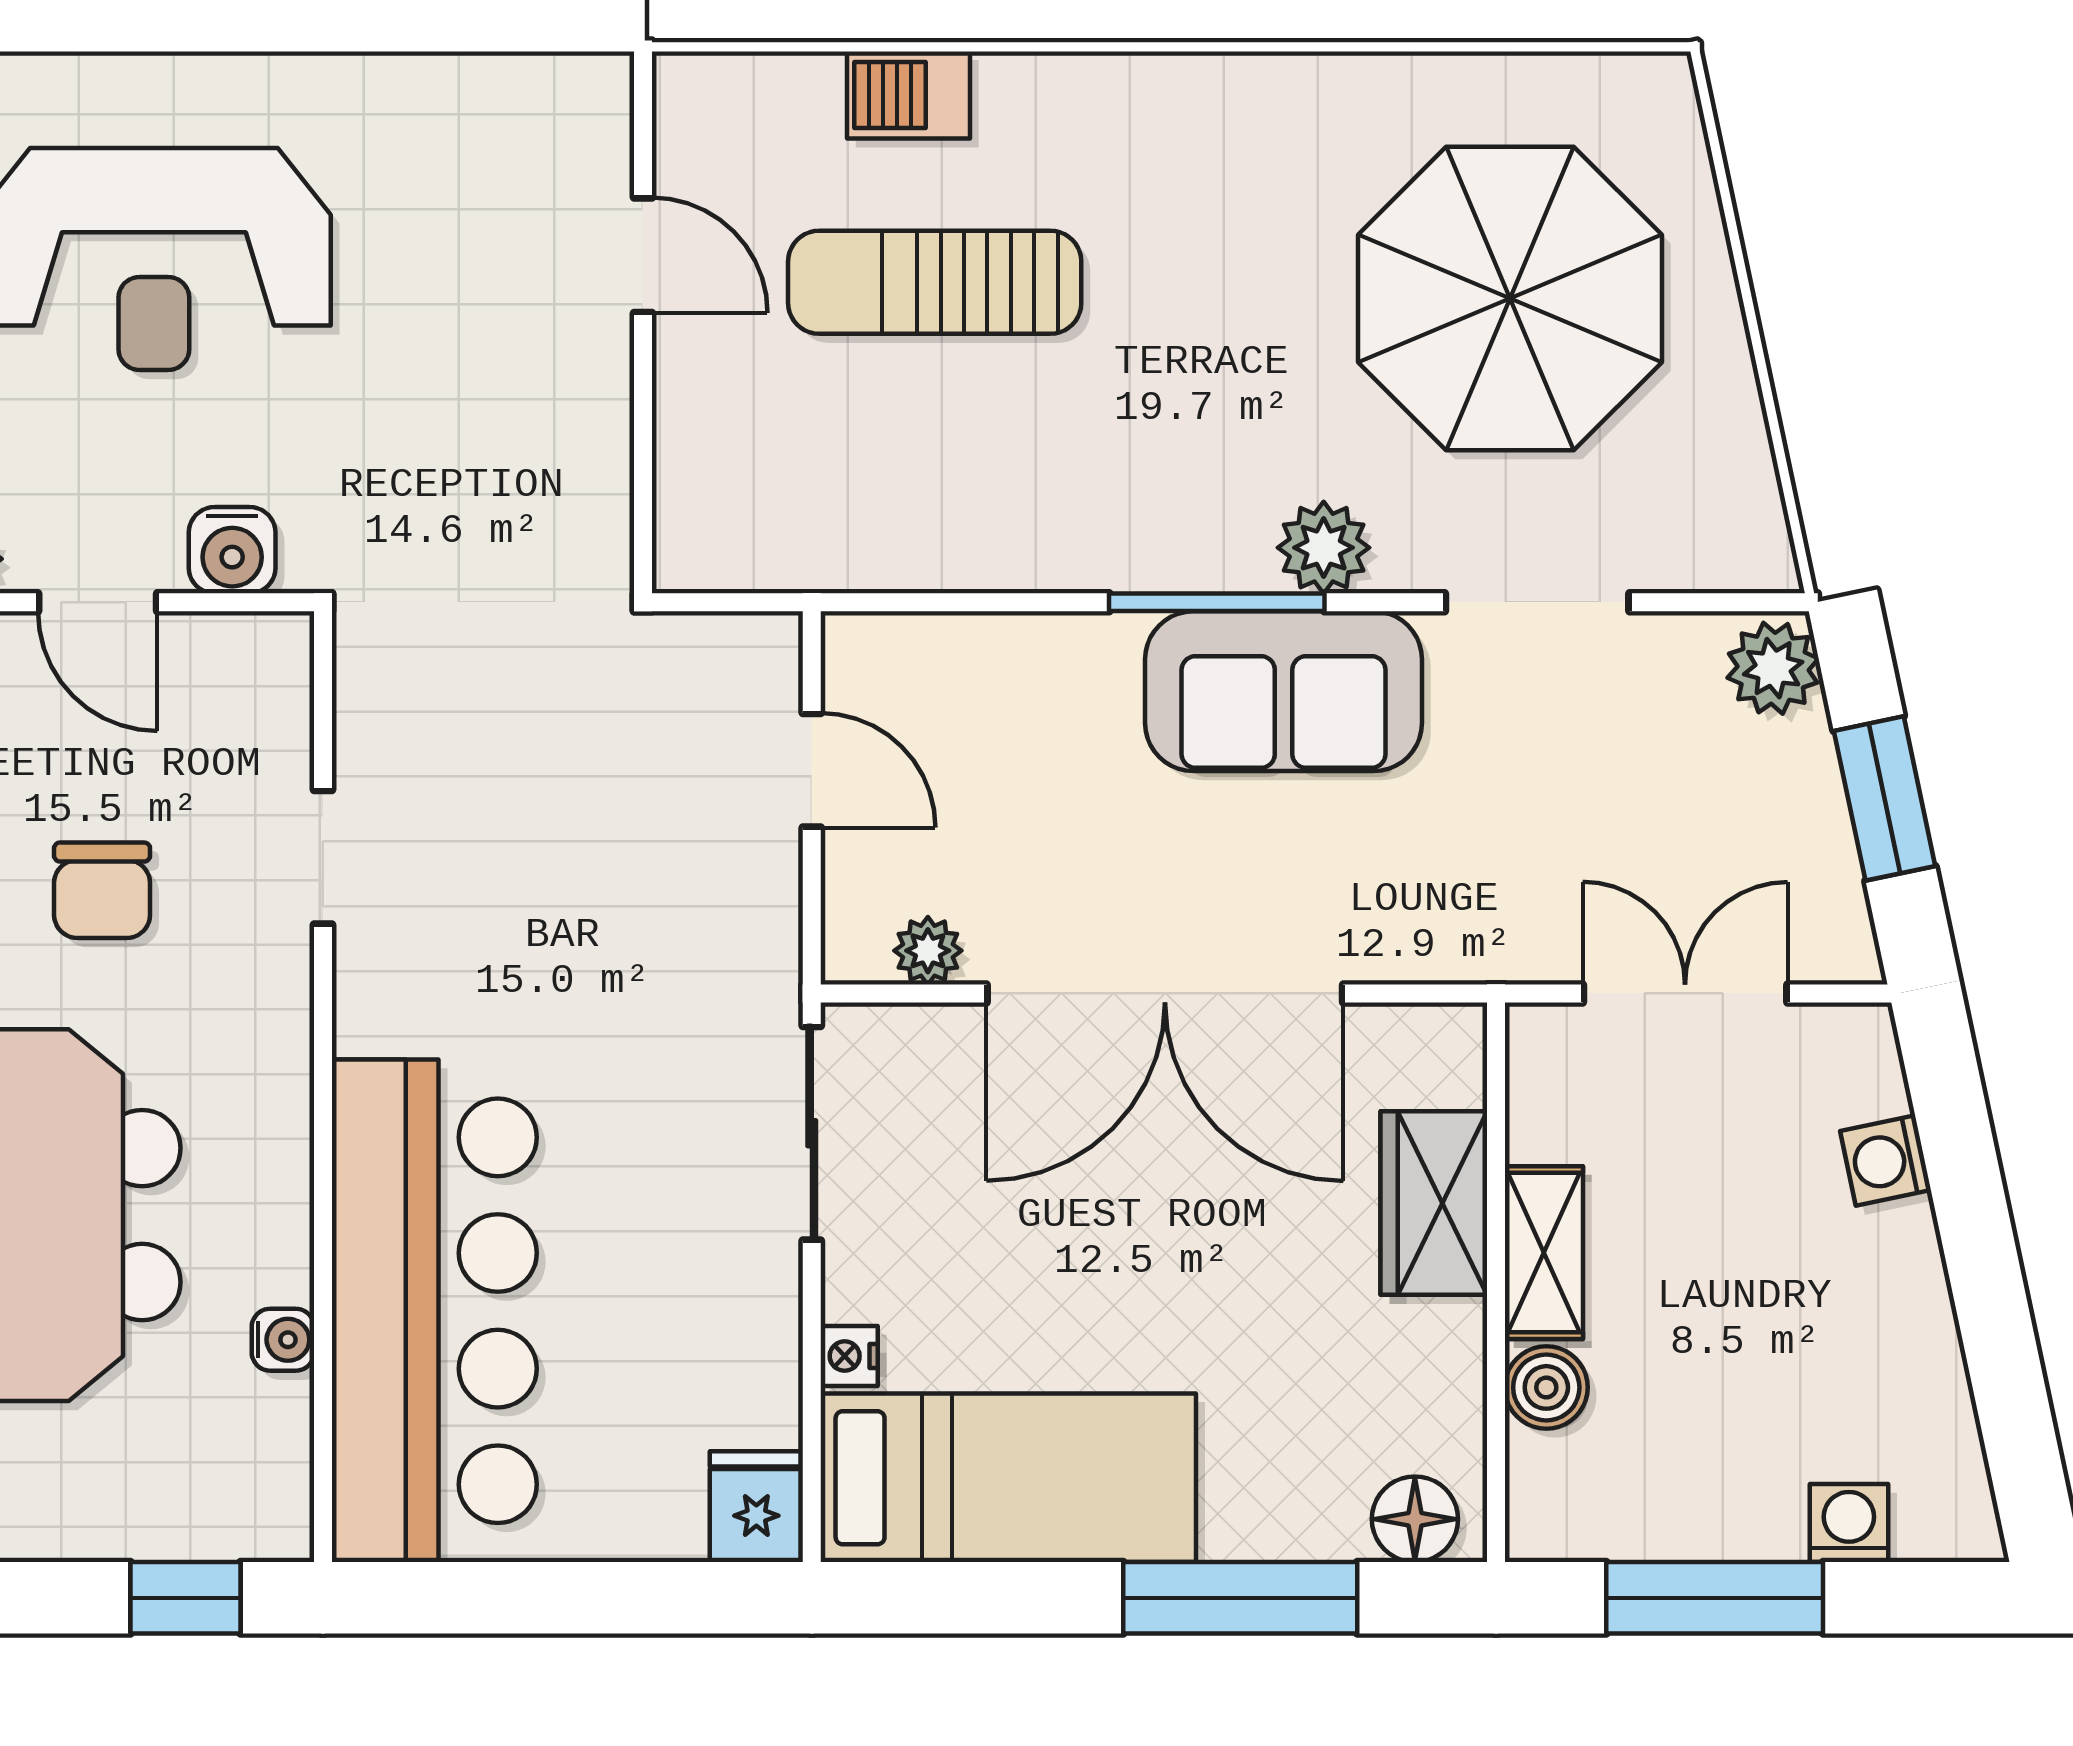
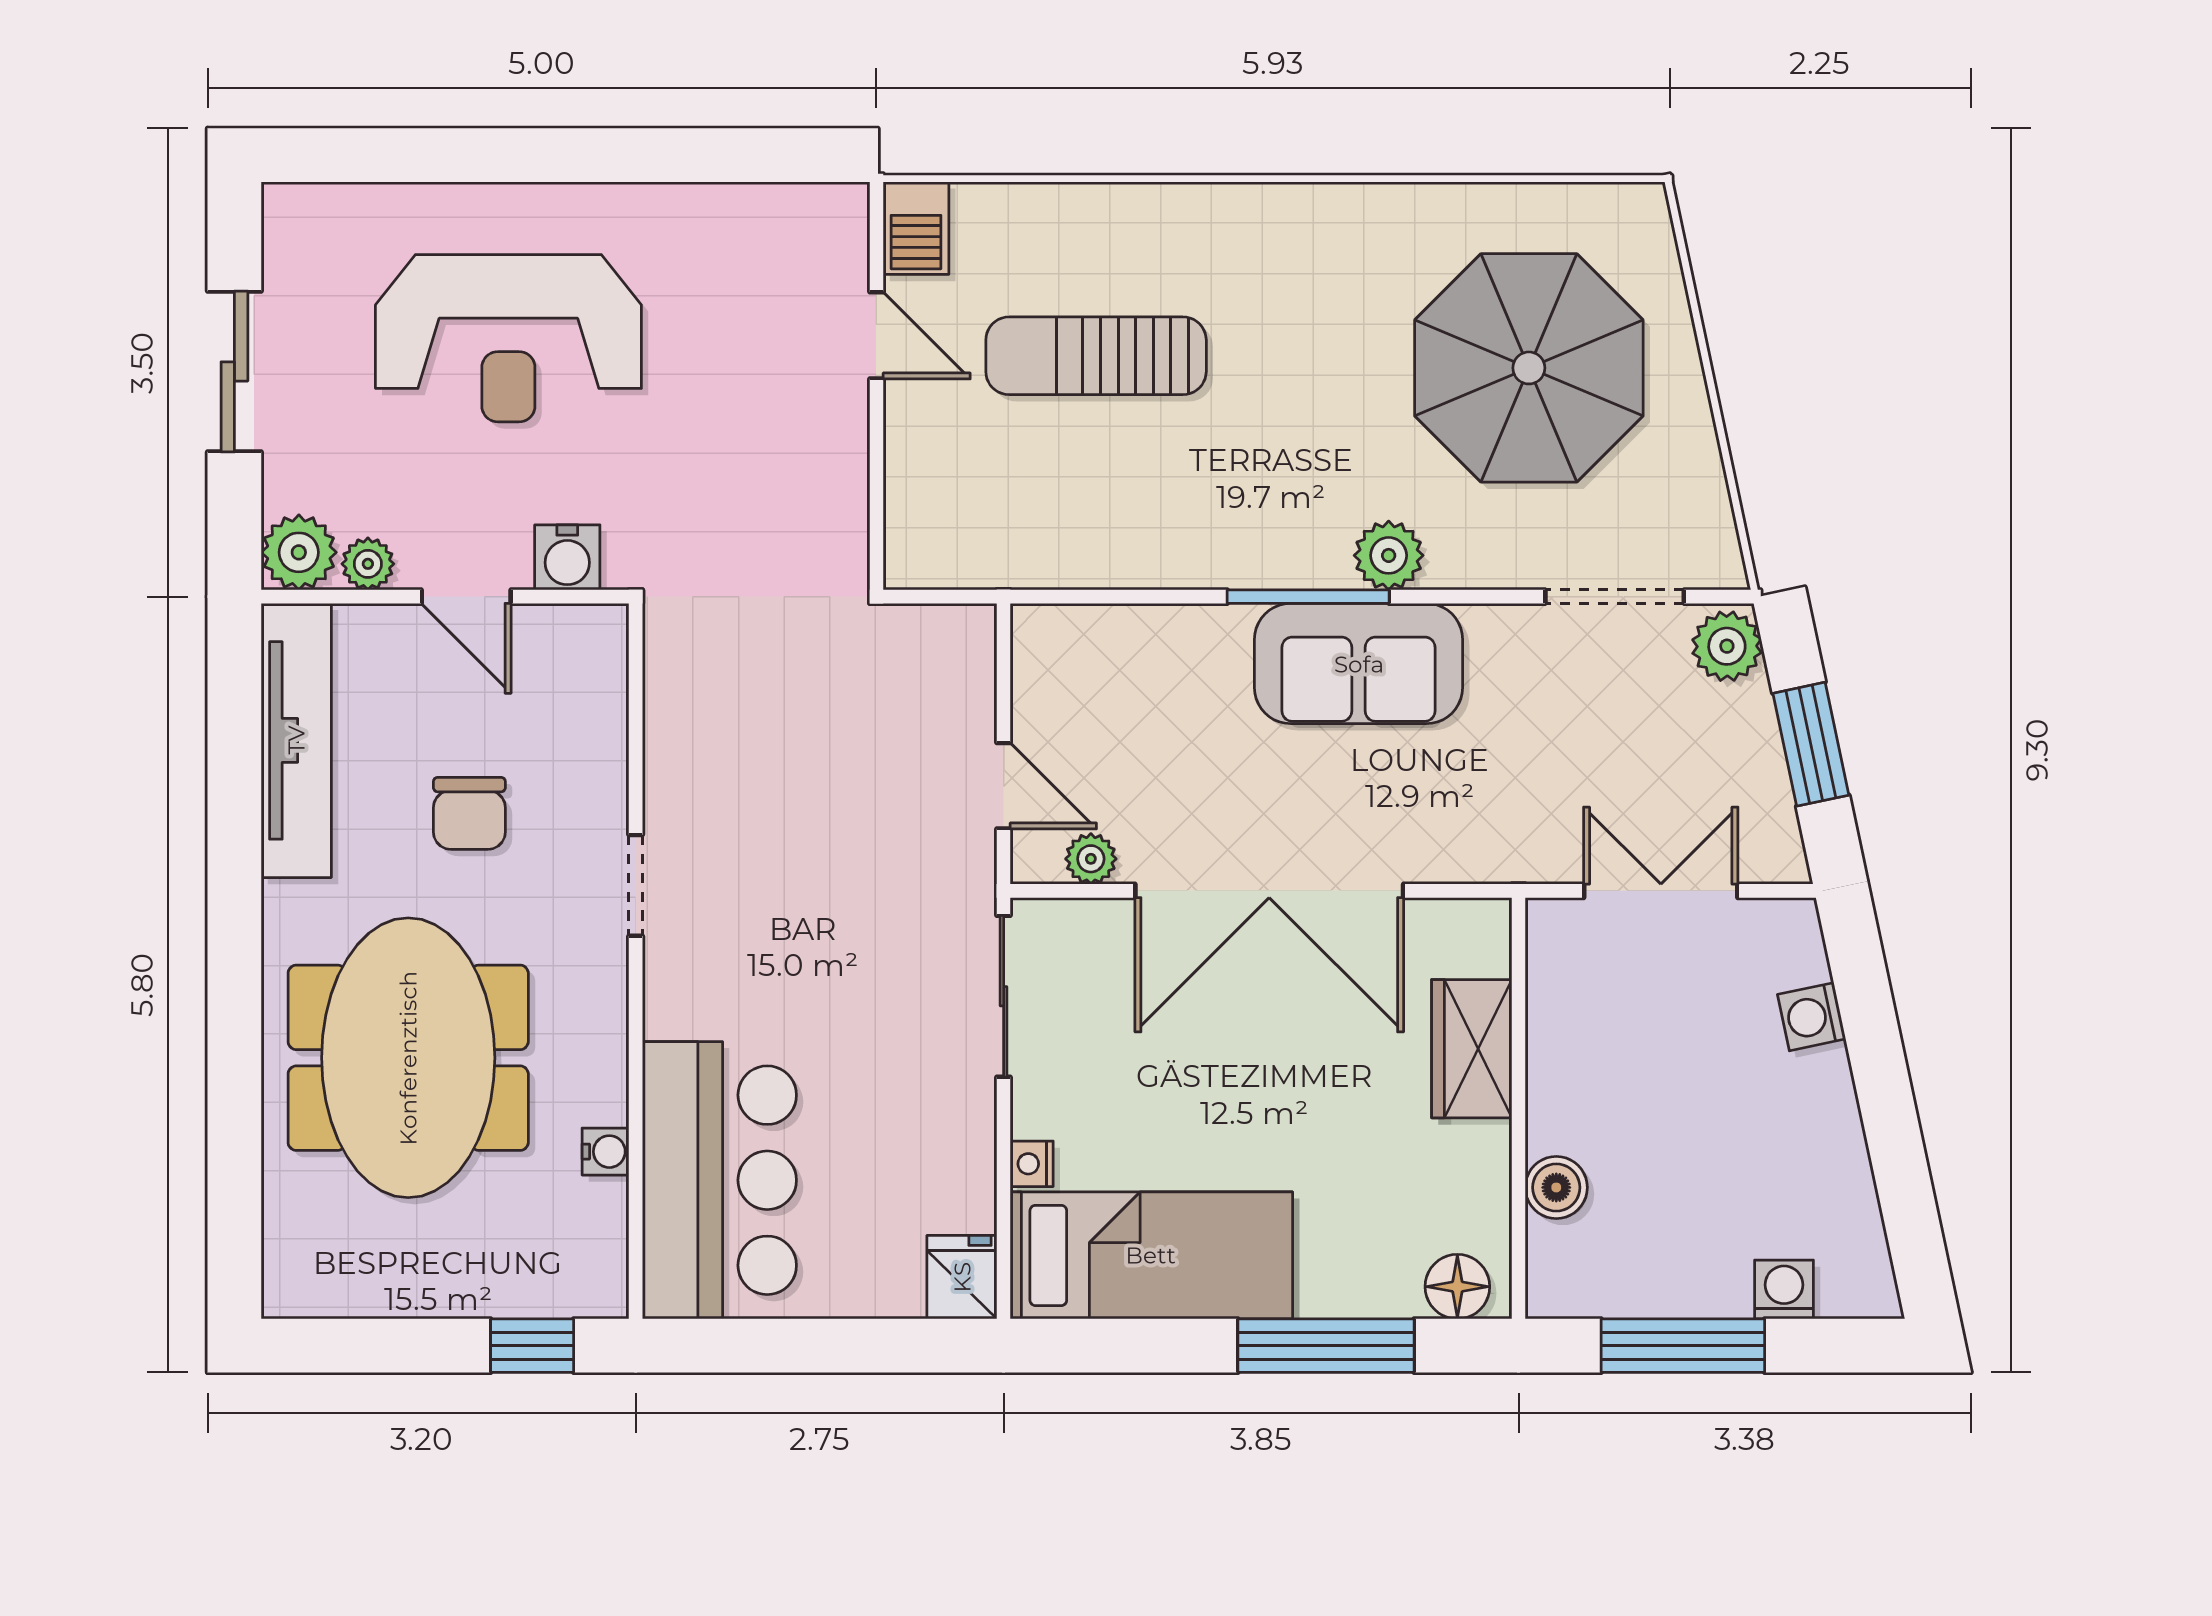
barbecue: (908, 95) -> (916, 228), moved, turned -90
doorway: (1537, 602) -> (1615, 597), moved
door: (812, 770) -> (1004, 786), moved
doorway: (323, 857) -> (636, 885), moved
shelving: (1544, 1253) -> (1554, 1086), removed
bar counter: (434, 1311) -> (719, 1180), width x0.73

